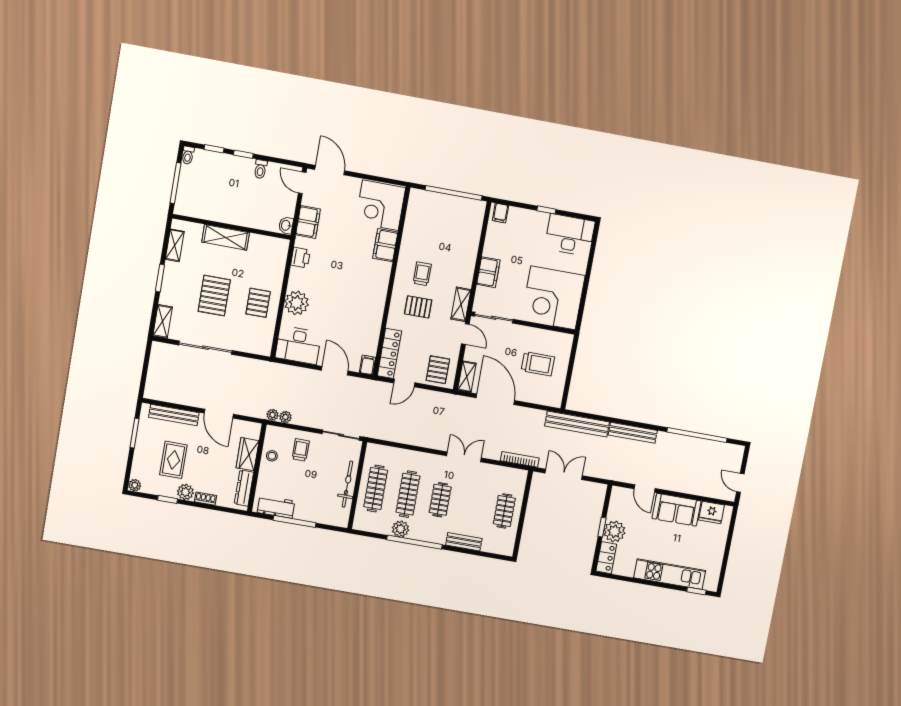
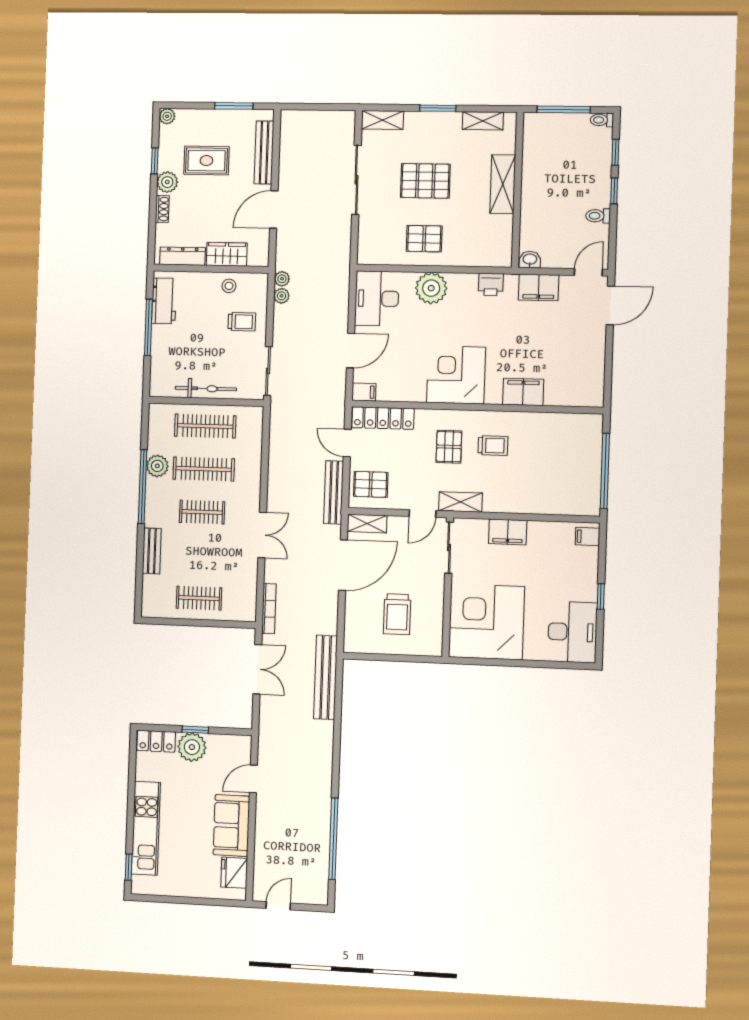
corner desk: (380, 205) -> (456, 375), moved
bench: (633, 433) -> (334, 492), moved

